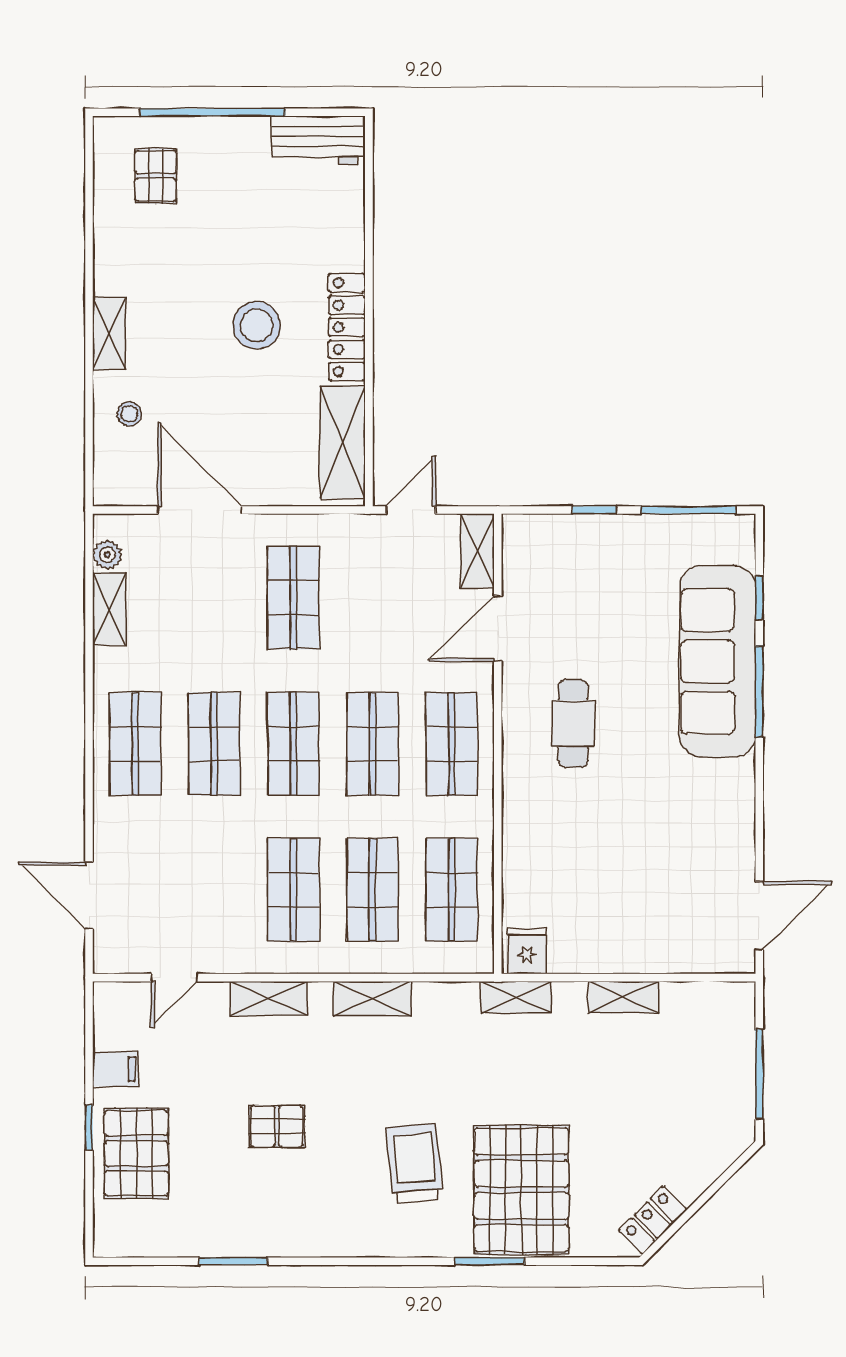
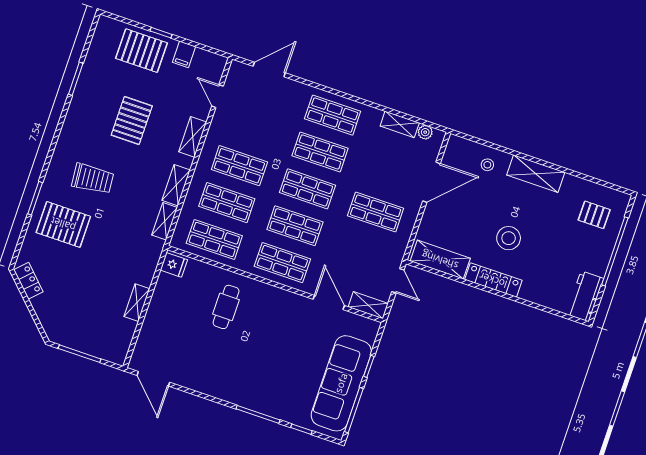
shelving: (109, 333) -> (536, 174), width x1.50, depth x1.33
sofa: (717, 661) -> (341, 383), moved, turned -90
cafe table: (573, 723) -> (226, 307), moved, turned 90
shelving: (516, 997) -> (165, 221), moved
pallet: (277, 1126) -> (132, 120), width x1.50, depth x1.42
pallet: (521, 1190) -> (63, 224), width x0.73, depth x0.71

